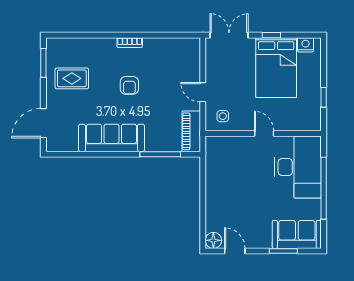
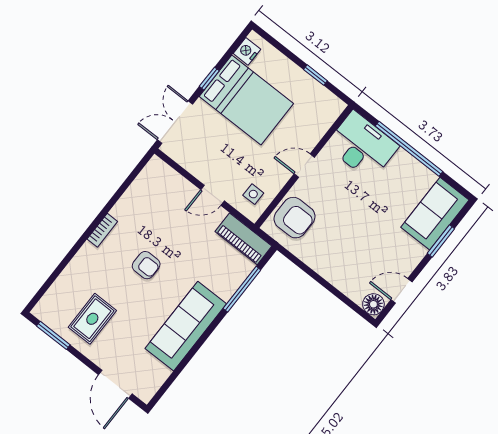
armchair: (228, 152) -> (295, 218), added
desk: (298, 167) -> (362, 146), width x0.73, depth x0.77

